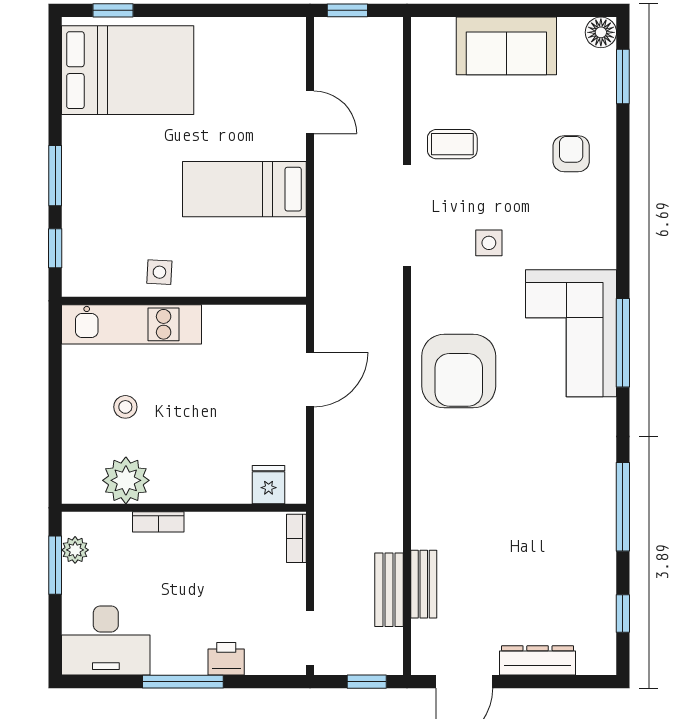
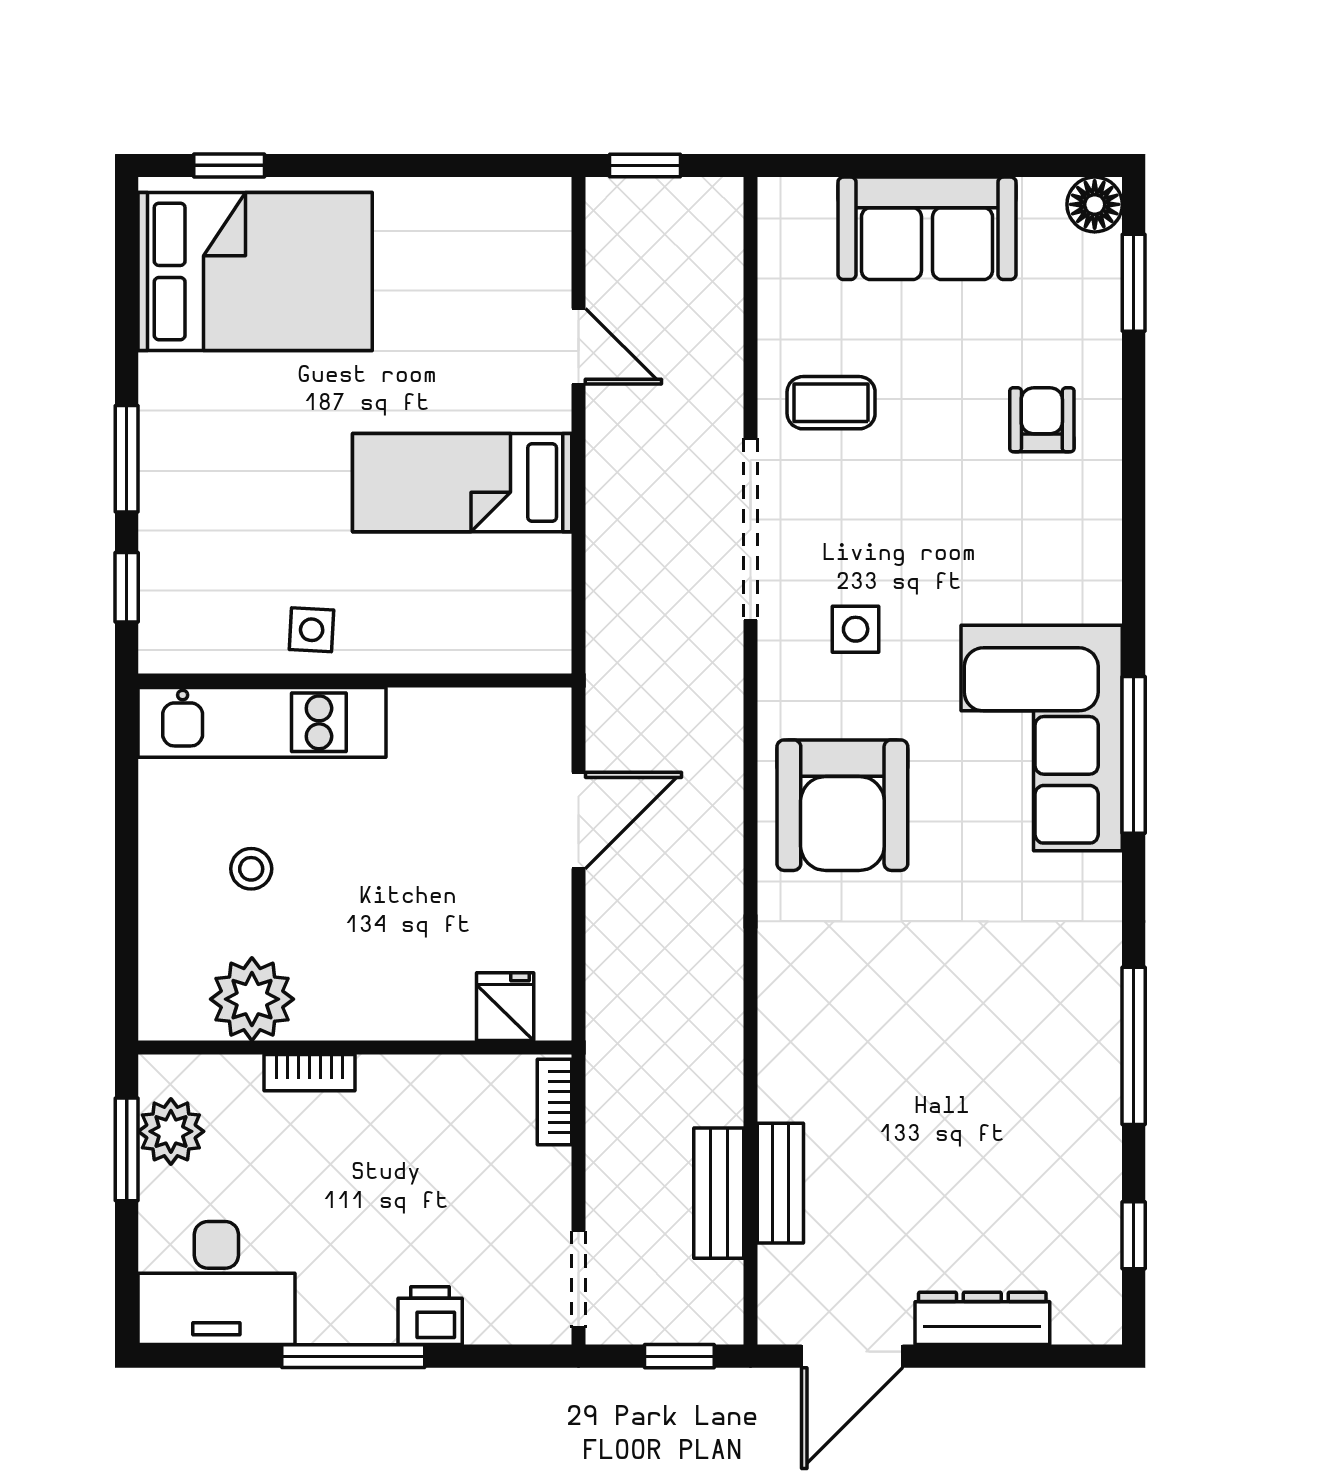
side table: (489, 243) -> (856, 629), moved
plant: (75, 550) -> (171, 1131), width x1.38, depth x1.38

